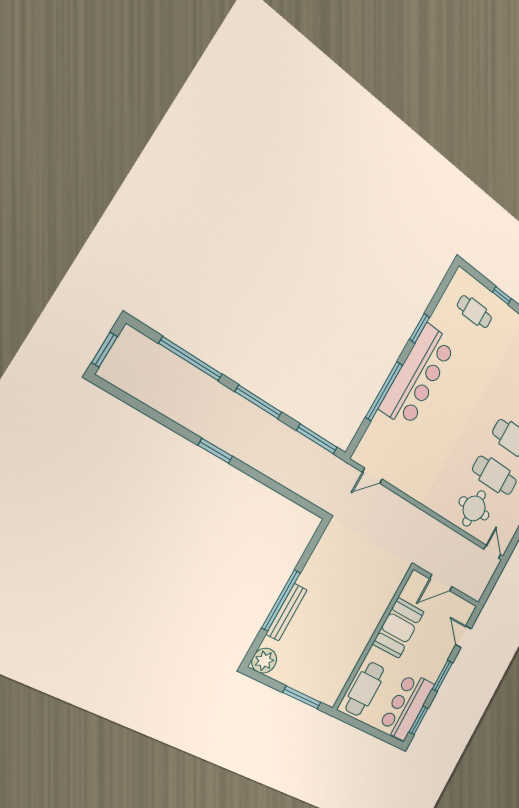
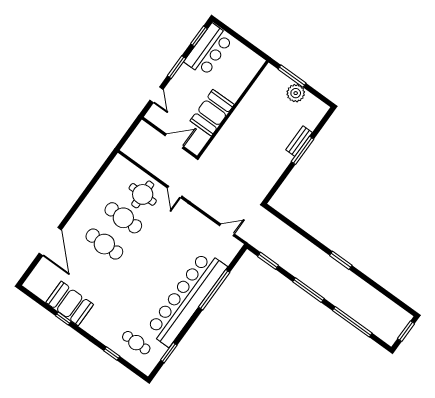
window: (419, 328) -> (169, 353), moved
bar counter: (418, 376) -> (186, 299), width x1.36
window: (317, 439) -> (268, 261), width x0.69
door: (492, 552) -> (175, 192), moved
window: (281, 600) -> (302, 150), width x0.68
bench: (287, 612) -> (299, 141), width x0.73
plant: (264, 661) -> (296, 93), moved
cafe table: (365, 689) -> (242, 71), removed

